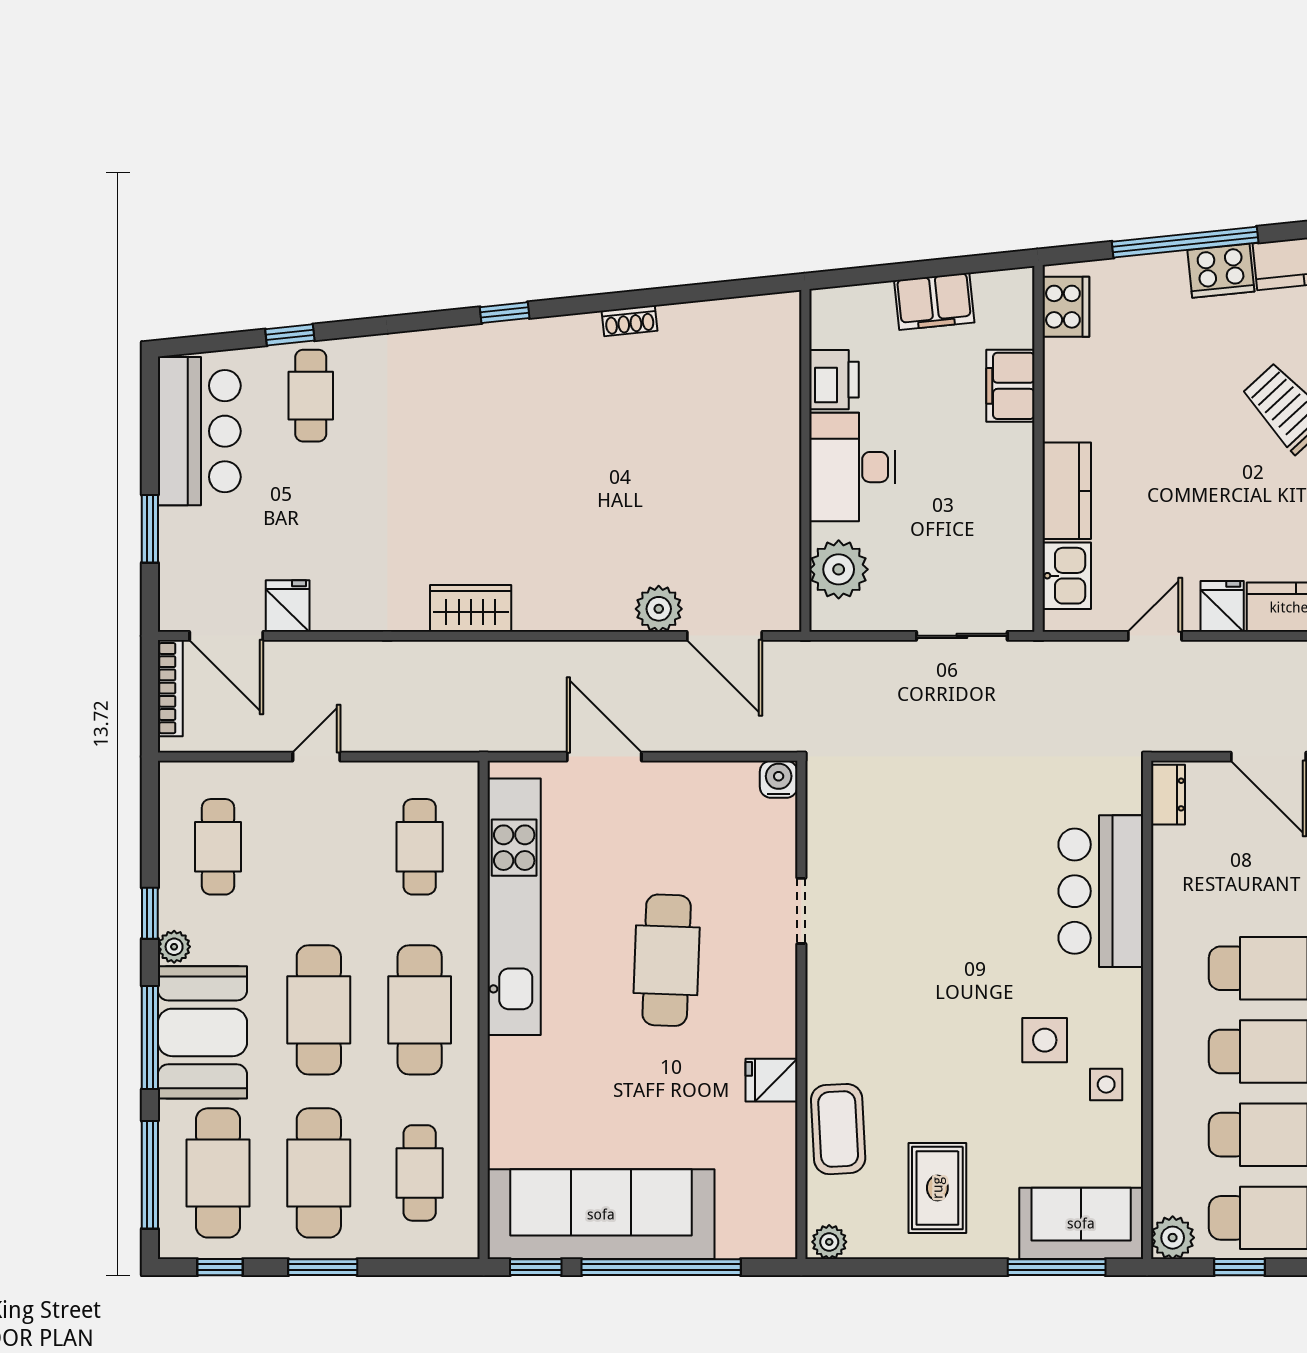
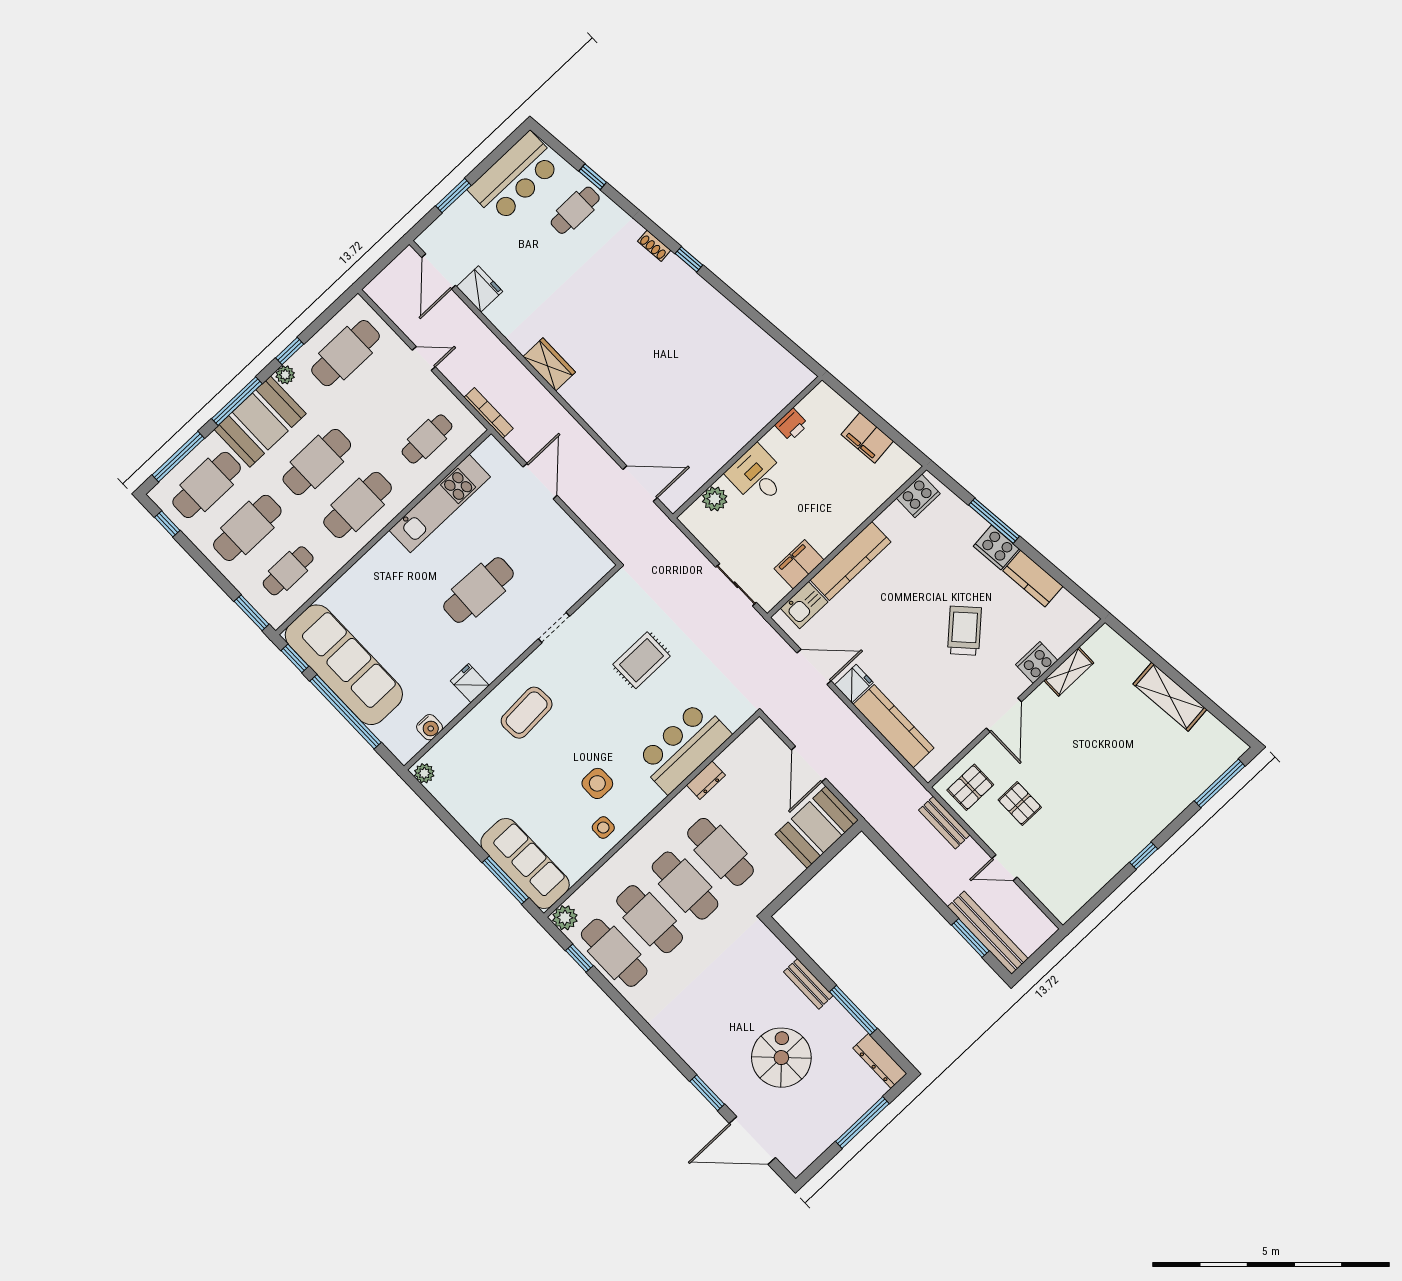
window: (1185, 242) -> (994, 521), width x0.68
shoe rack: (630, 321) -> (654, 246), moved
printer: (834, 380) -> (792, 425), width x0.73, depth x0.81
filing cabinet: (1010, 386) -> (799, 564), moved
desk: (852, 467) -> (757, 476), width x0.73
kitchen counter: (1067, 491) -> (851, 561), width x1.50
plant: (839, 569) -> (715, 499), width x0.73, depth x0.73
fridge: (288, 606) -> (480, 289), width x1.38
plant: (659, 609) -> (625, 445), removed
door: (724, 636) -> (640, 484), swing flipped
door: (1155, 636) -> (814, 667), width x1.38
bookcase: (170, 688) -> (489, 413), moved, turned -90
water cooler: (779, 779) -> (430, 727), moved, turned 90
dresser: (1168, 795) -> (706, 780), moved
cafe table: (218, 847) -> (346, 353), width x1.37, depth x1.35
kitchen unit: (514, 907) -> (440, 504), width x0.73
coffee table: (838, 1129) -> (527, 713), moved
rug: (937, 1188) -> (642, 660), moved
sofa: (1081, 1223) -> (525, 864), width x1.36
window: (323, 1267) -> (252, 613), moved

